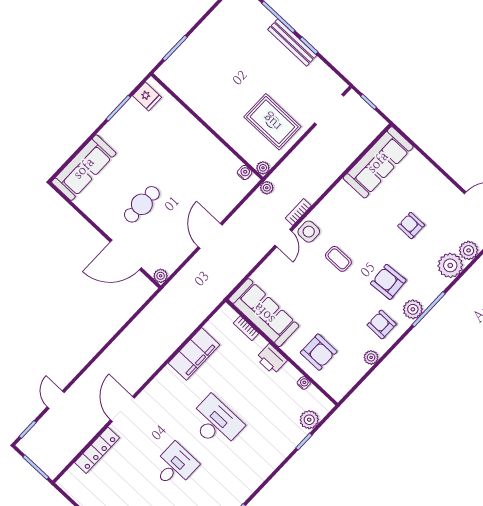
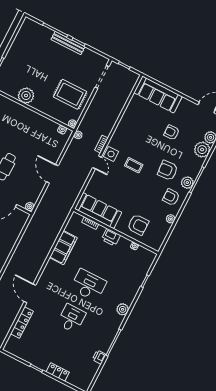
plant: (204, 104) -> (26, 96), added
sofa: (378, 162) -> (158, 95), moved, turned 90
plant: (309, 420) -> (123, 309), moved

